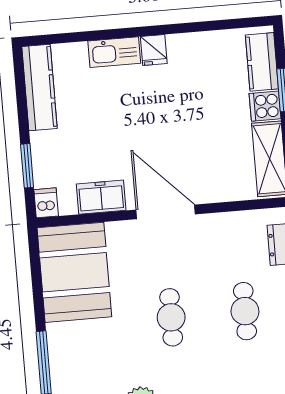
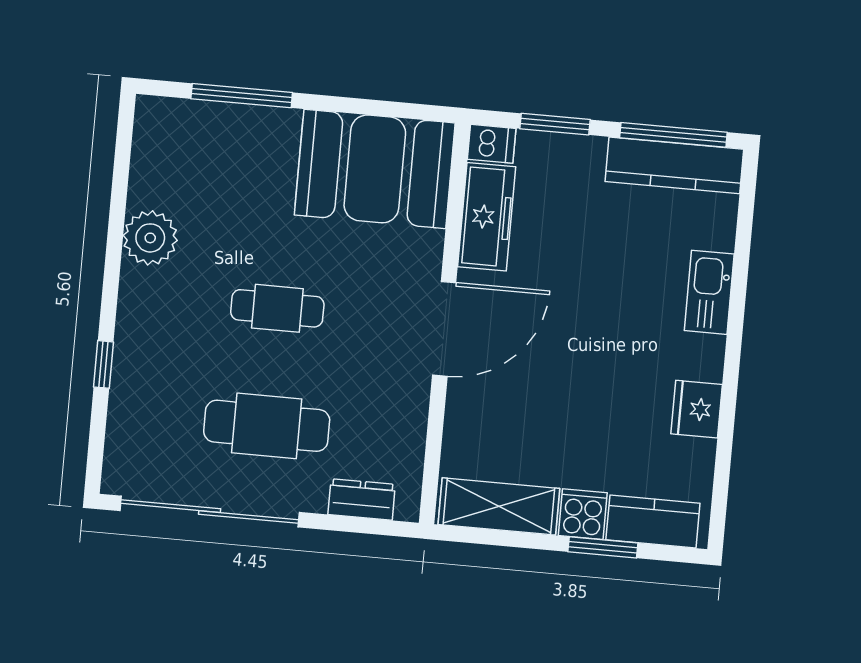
fridge: (154, 50) -> (697, 409), moved, width x1.38
window: (21, 91) -> (673, 135), added
freezer: (101, 197) -> (487, 217), width x1.40
cafe table: (245, 311) -> (267, 426), width x1.37, depth x1.35

